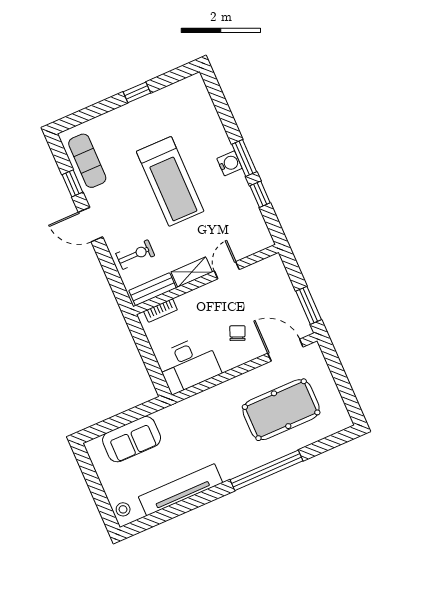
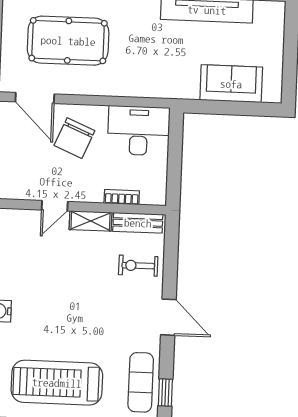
treadmill: (170, 181) -> (57, 383), moved, turned -90
window: (72, 183) -> (165, 393), moved
bookcase: (160, 310) -> (122, 197), moved
chair: (237, 333) -> (74, 138), width x1.87, depth x1.87
stool: (123, 509) -> (274, 18), removed

